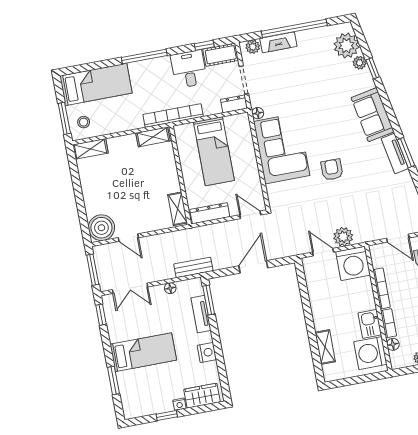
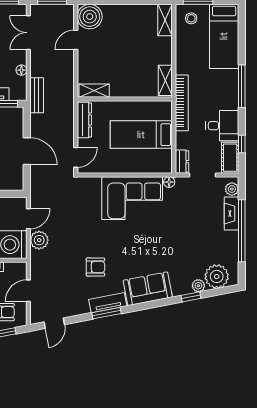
armchair: (332, 170) -> (95, 267), moved

